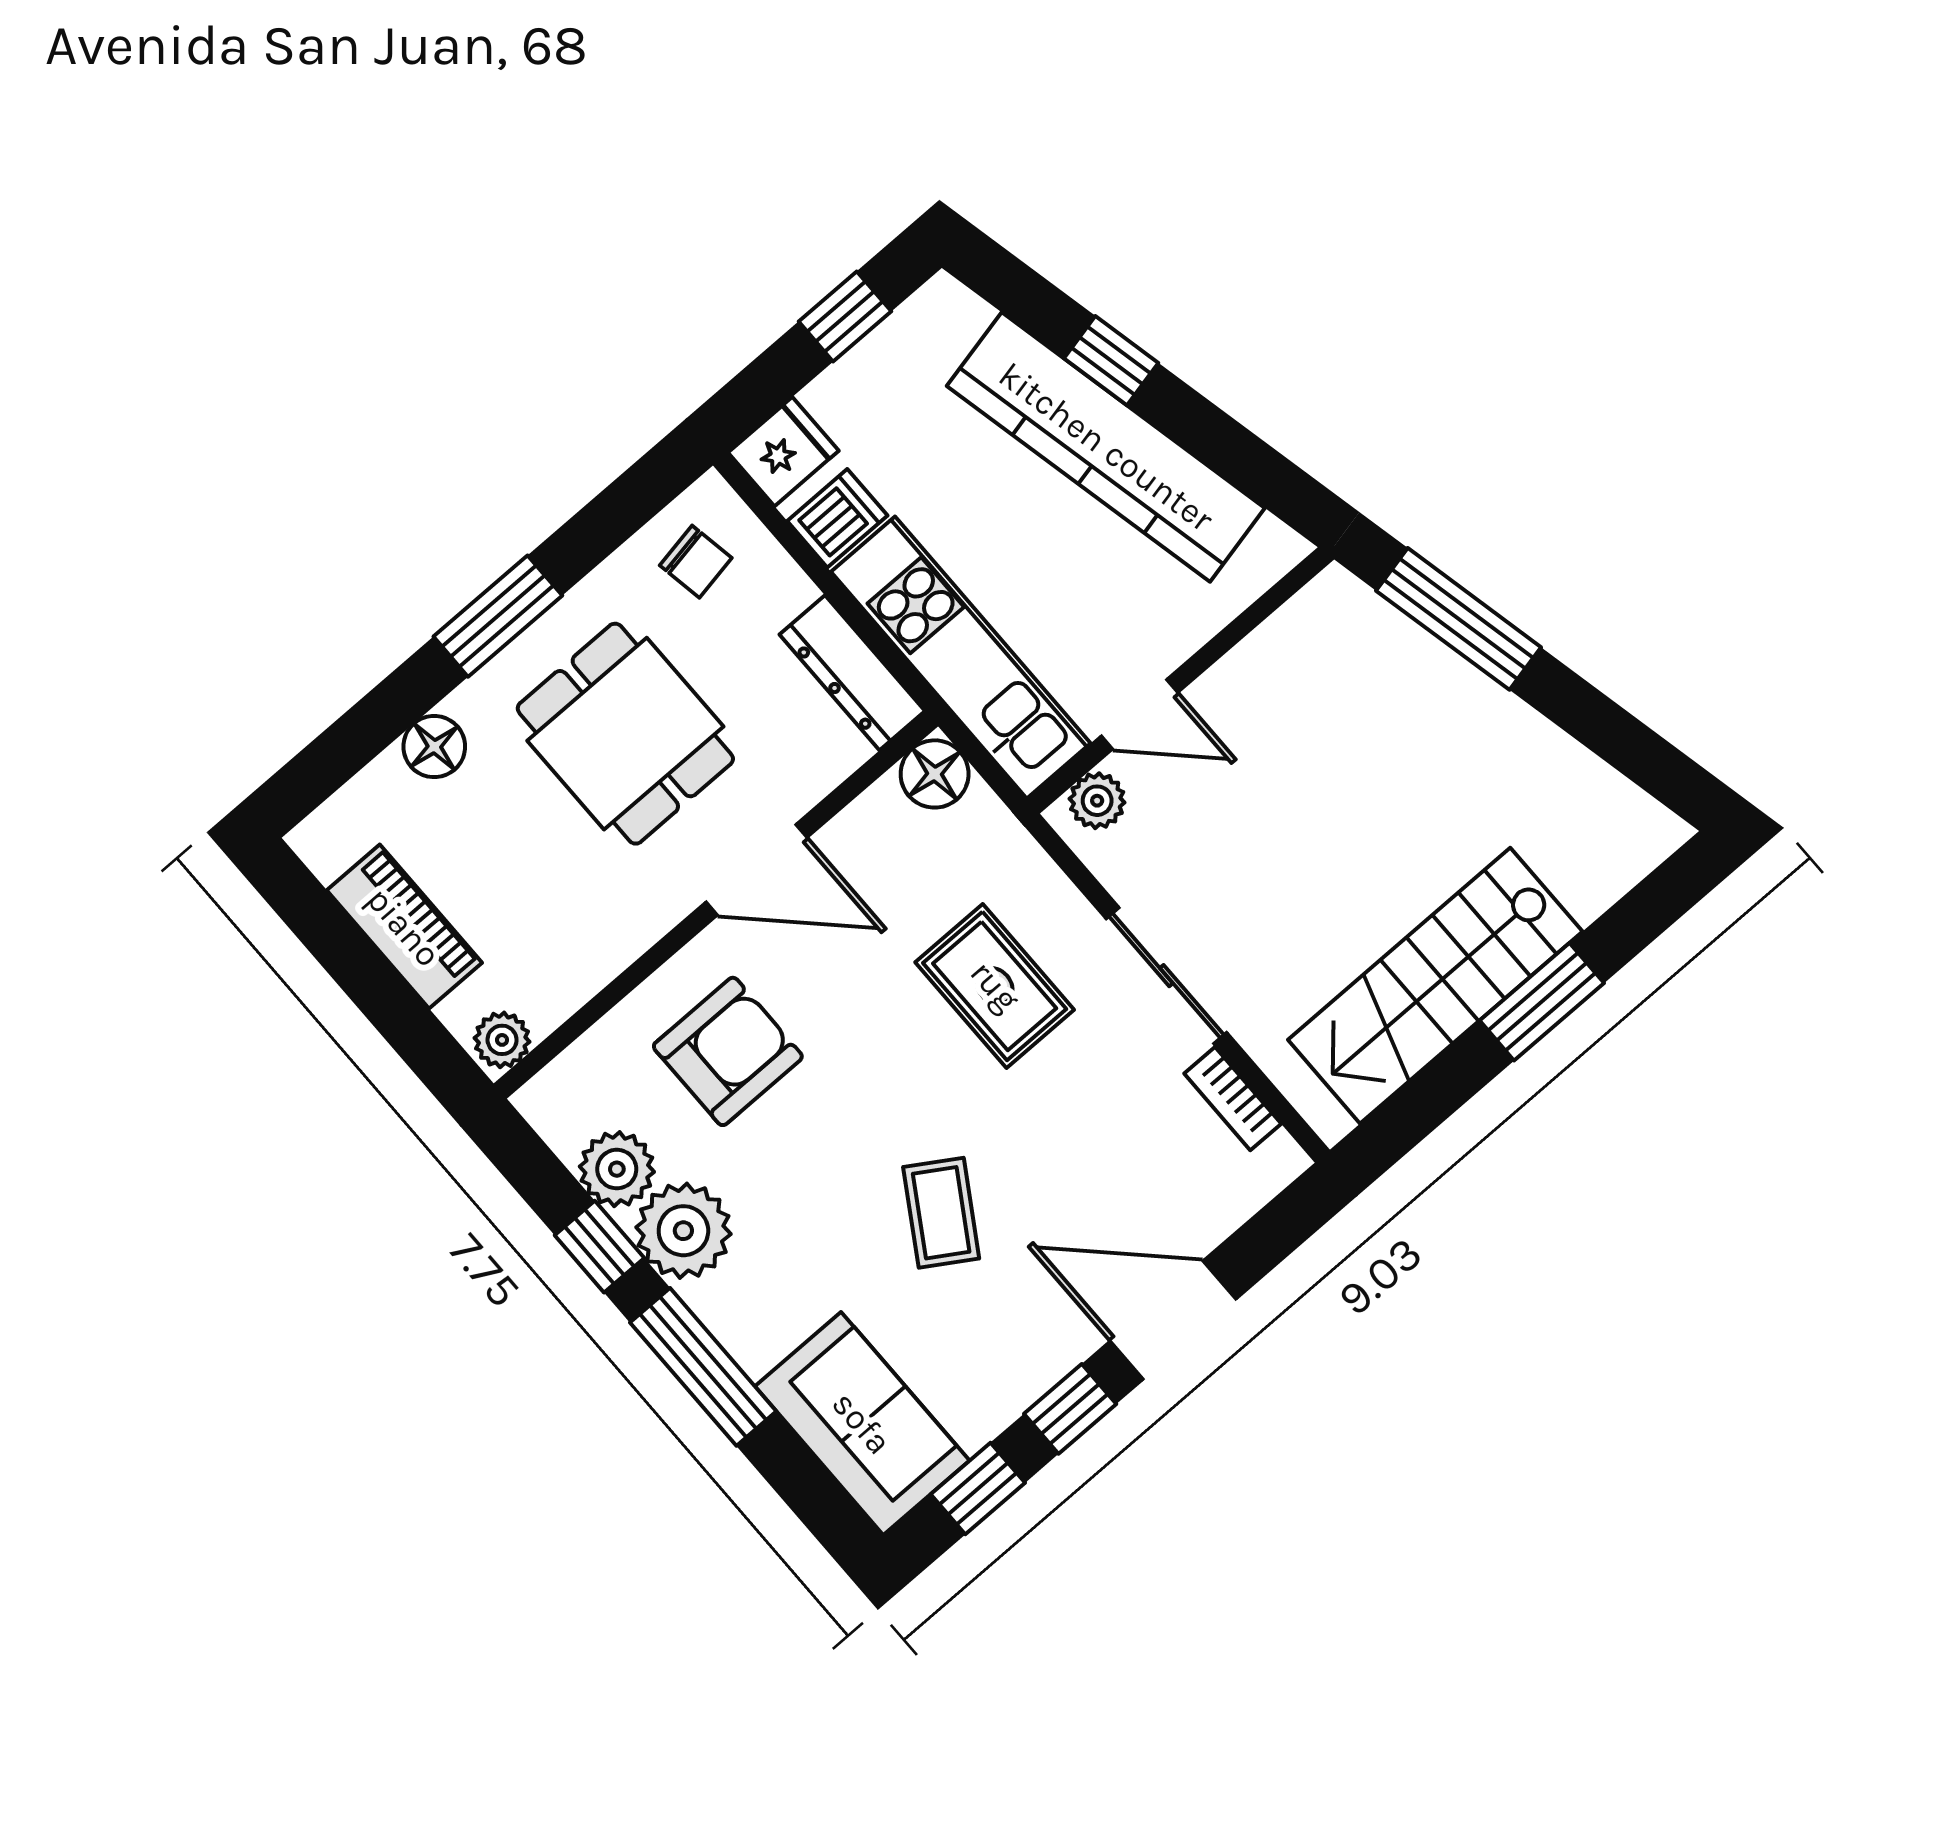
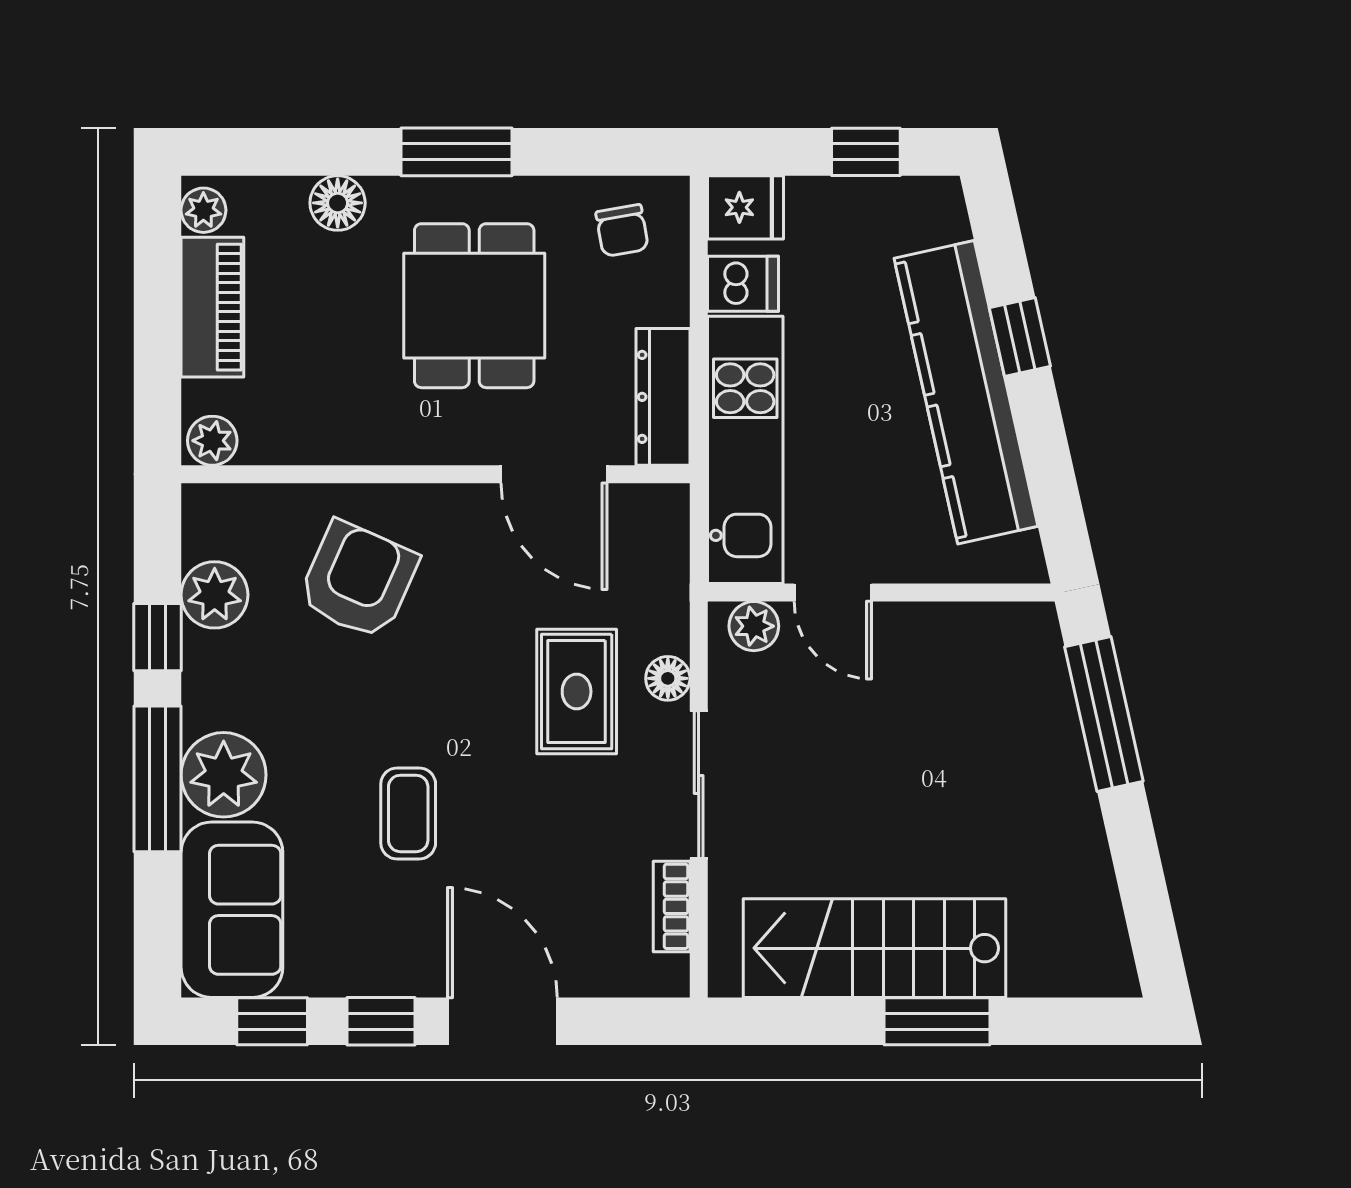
floor lamp: (935, 774) -> (668, 678), moved, width x0.73, depth x0.73
plant: (326, 851) -> (203, 210), added
door: (757, 870) -> (554, 474), moved
armchair: (728, 1051) -> (358, 580), turned -66
coffee table: (941, 1213) -> (408, 813), turned -32
plant: (683, 1231) -> (224, 775), moved

